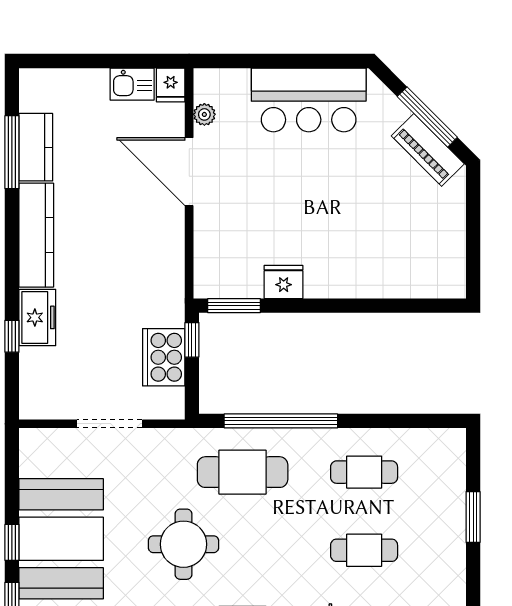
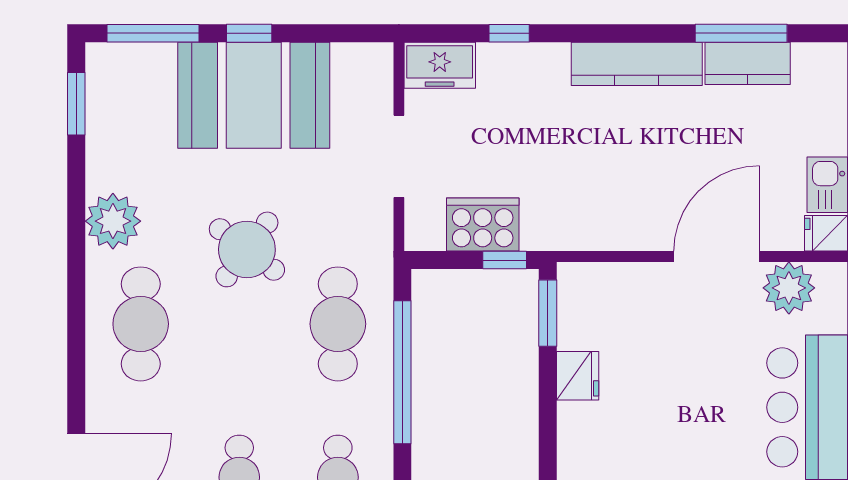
plant: (204, 114) -> (789, 288), width x1.88, depth x1.88
freezer: (37, 317) -> (440, 65), moved
round table: (183, 544) -> (247, 249), turned 37

